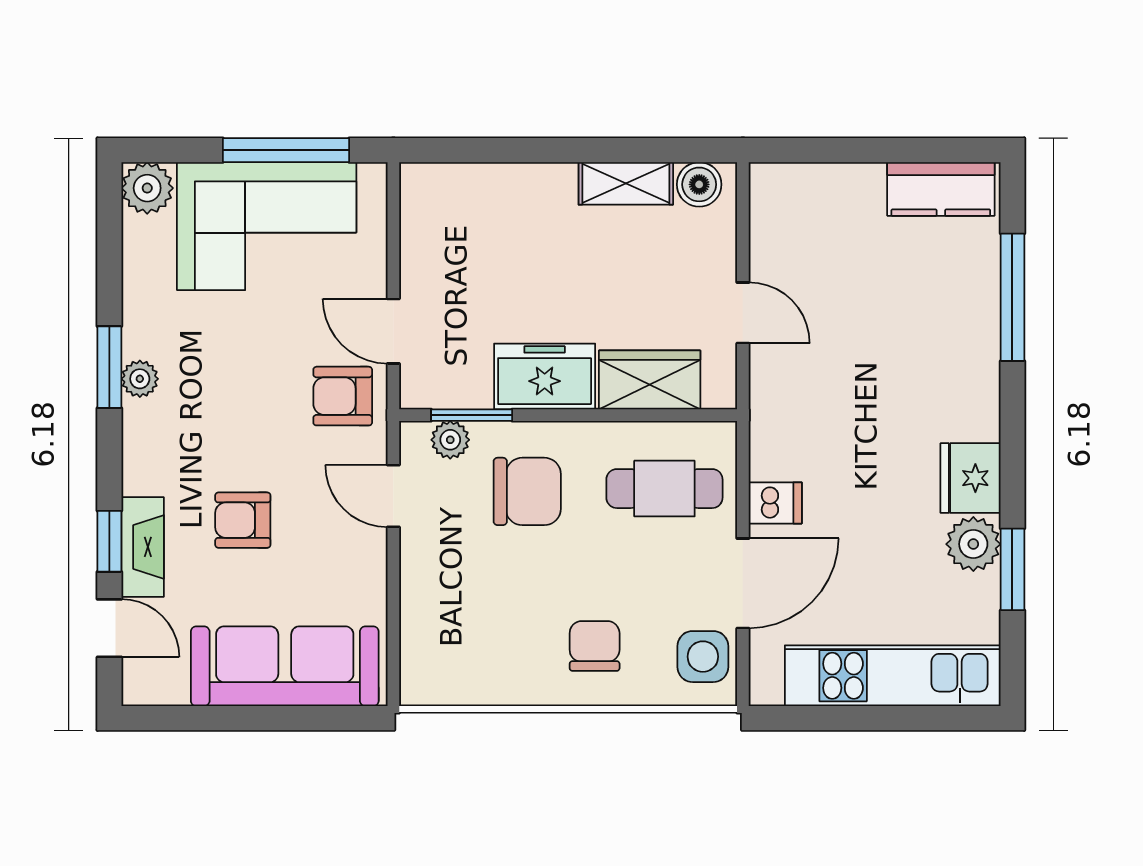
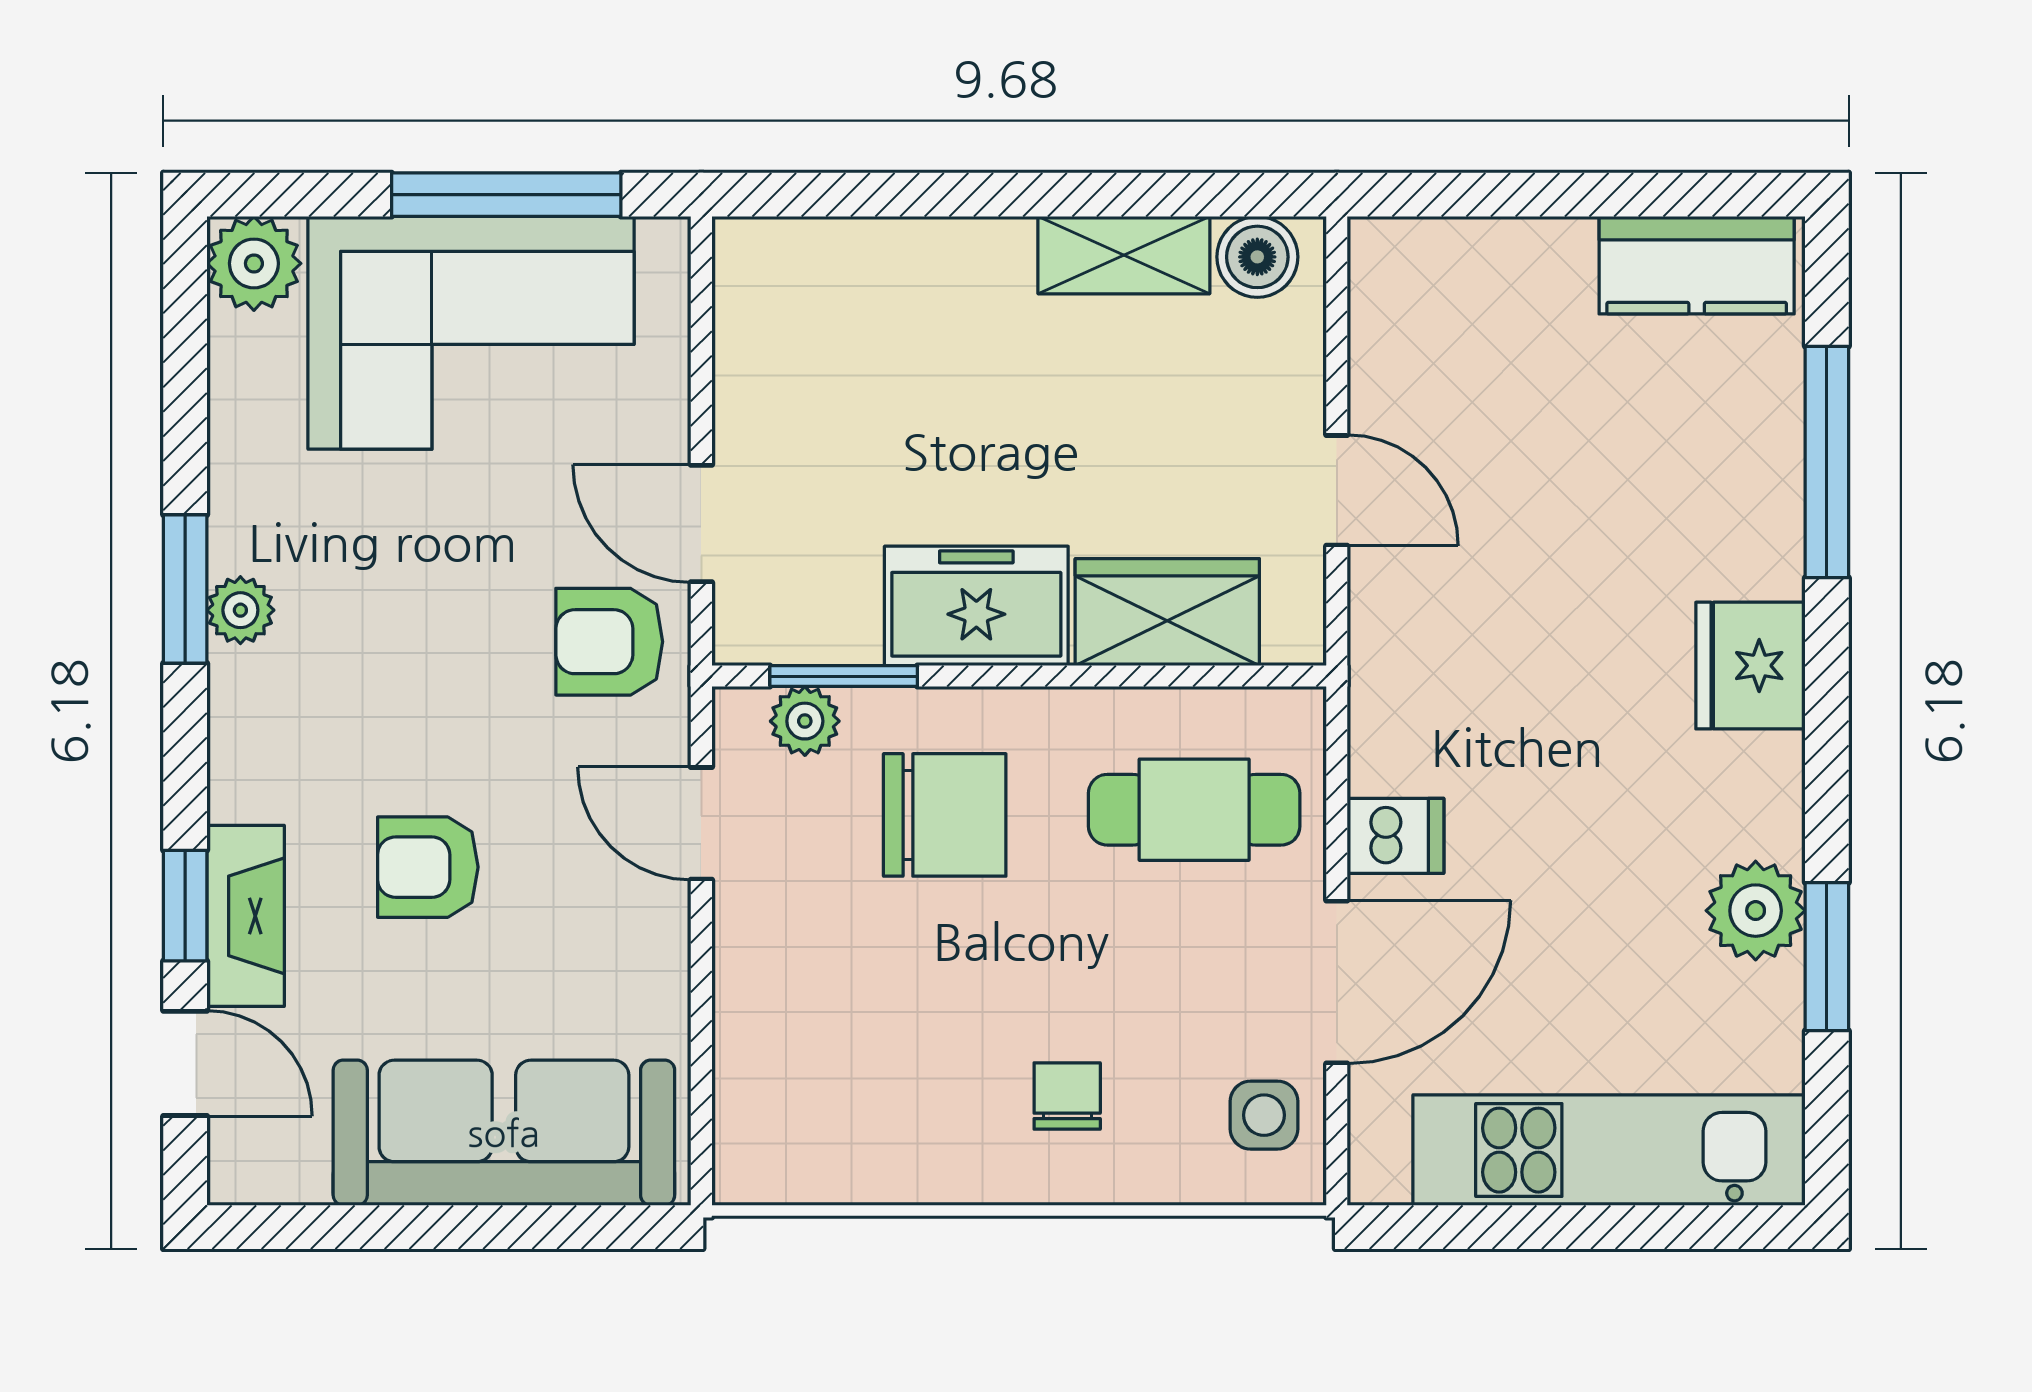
fridge: (970, 478) -> (1750, 666), moved
chair: (595, 646) -> (1067, 1096), width x0.73, depth x0.73
side table: (703, 657) -> (1264, 1115), width x0.73, depth x0.73

